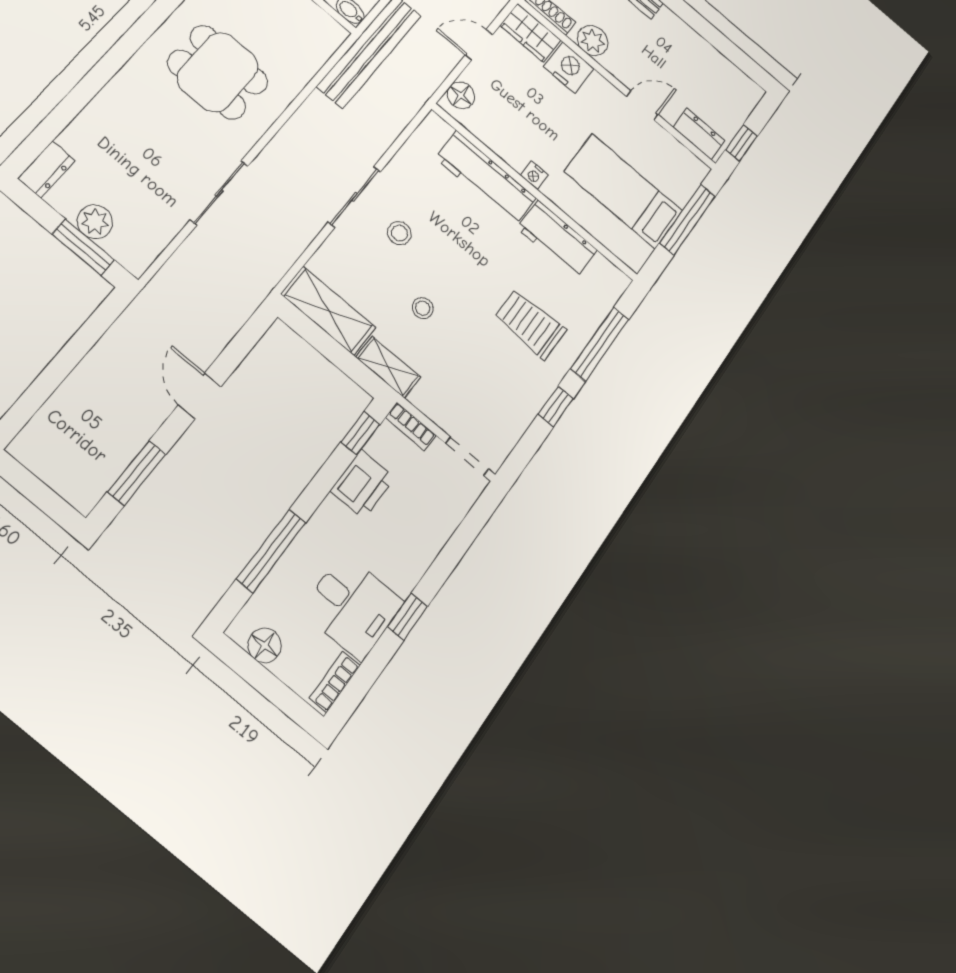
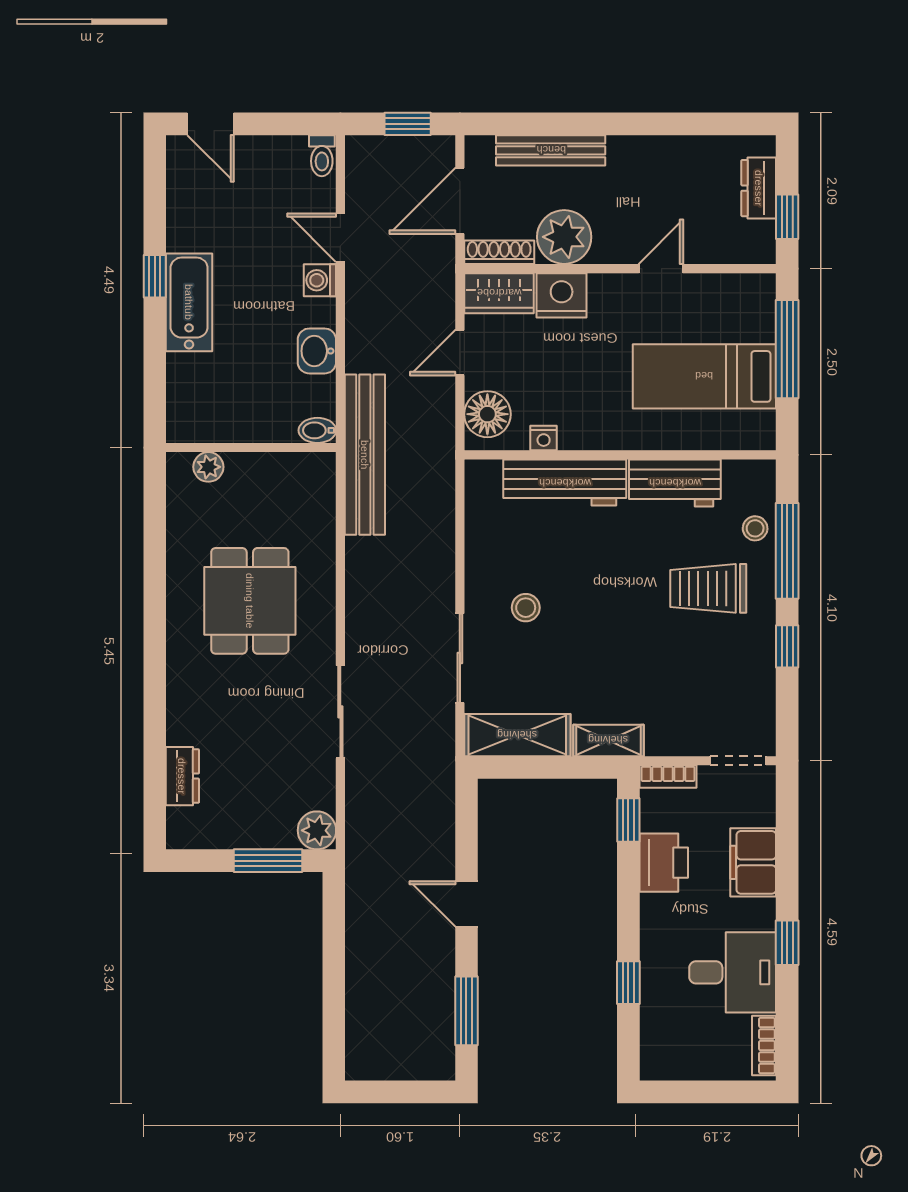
plant: (593, 41) -> (564, 237), width x1.36, depth x1.36
dining table: (218, 72) -> (250, 601), turned 90
floor lamp: (461, 95) -> (487, 414), width x1.38, depth x1.38
dresser: (699, 134) -> (759, 188), moved, turned -90
dresser: (47, 169) -> (182, 776), moved
nightstand: (534, 175) -> (544, 438), moved
sliding door: (354, 197) -> (460, 658), moved
plant: (95, 222) -> (317, 830), moved
stool: (423, 308) -> (755, 528), moved
filing cabinet: (426, 537) -> (753, 862), added
window: (271, 551) -> (628, 983), width x0.46
floor lamp: (265, 645) -> (682, 1063), removed

